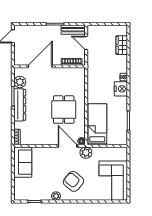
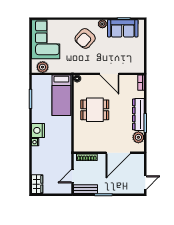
door: (86, 43) -> (72, 176), swing flipped
wardrobe: (122, 45) -> (37, 184), moved
dining table: (64, 110) -> (95, 110), turned 90
door: (68, 146) -> (109, 74), moved
plant: (86, 153) -> (43, 67), moved
sofa: (23, 162) -> (123, 28), moved, turned -90
armchair: (73, 181) -> (85, 38), turned 92

